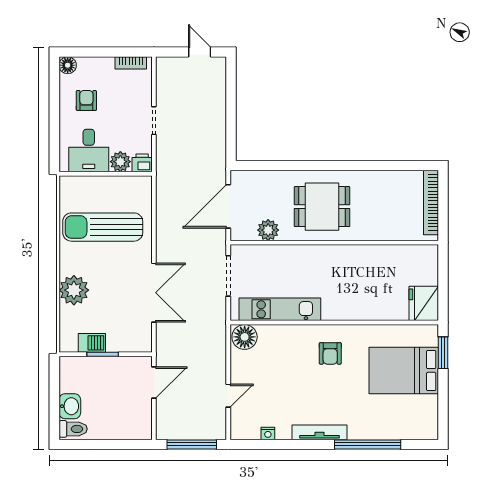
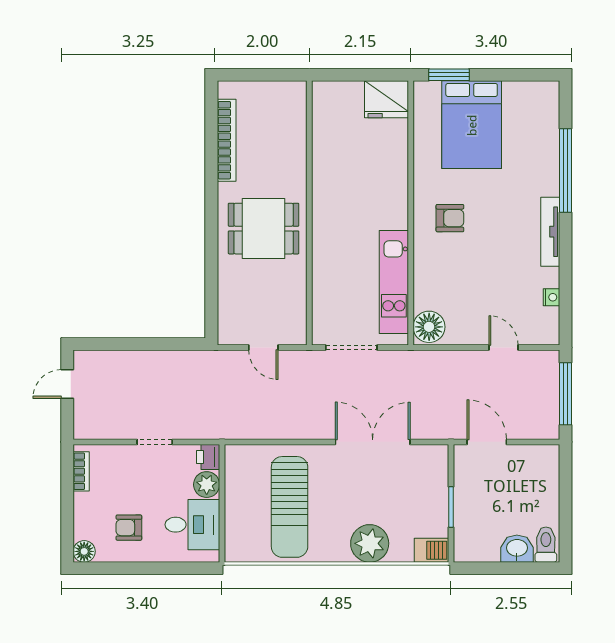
bookcase: (431, 202) -> (227, 140), moved, turned -90
door: (228, 206) -> (263, 348), width x0.53
dining table: (322, 207) -> (264, 229), turned 90
plant: (268, 230) -> (293, 297), removed
barbecue: (92, 343) -> (432, 550), moved, turned 90

